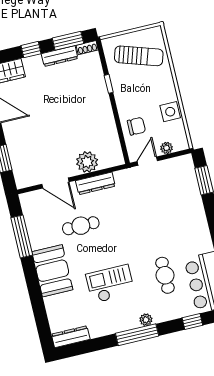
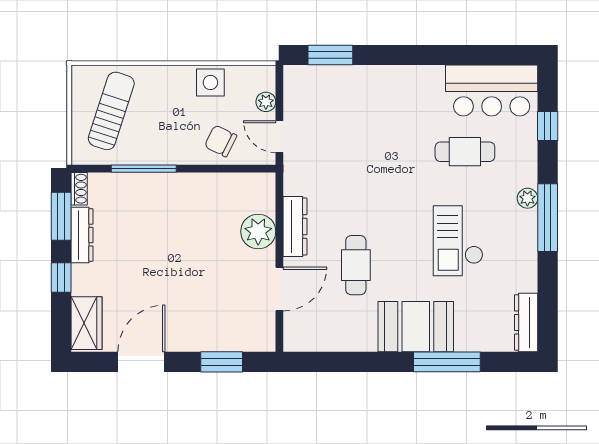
window: (109, 84) -> (144, 169), width x2.17
chair: (136, 126) -> (221, 141), turned -64
window: (22, 236) -> (447, 362), moved

